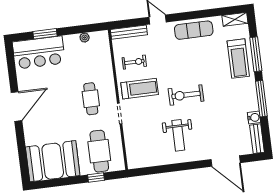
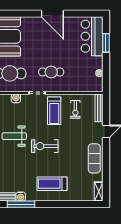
window: (256, 54) -> (70, 204), removed
treadmill: (238, 59) -> (52, 184), moved
exercise bike: (186, 95) -> (45, 146), turned -90
window: (261, 99) -> (21, 204), moved
water cooler: (130, 139) -> (16, 98), added

